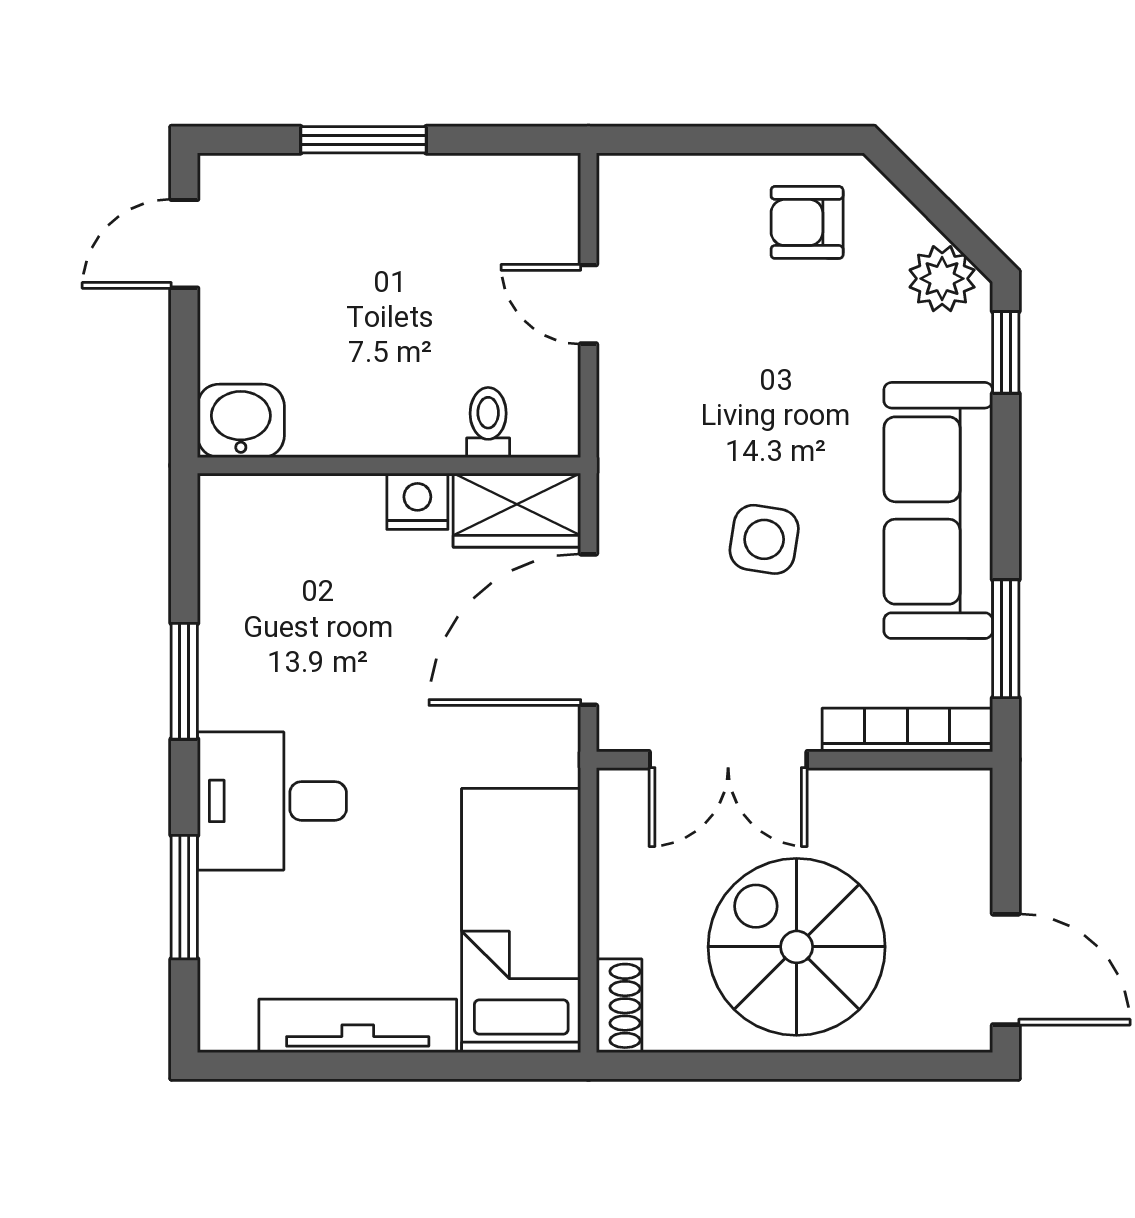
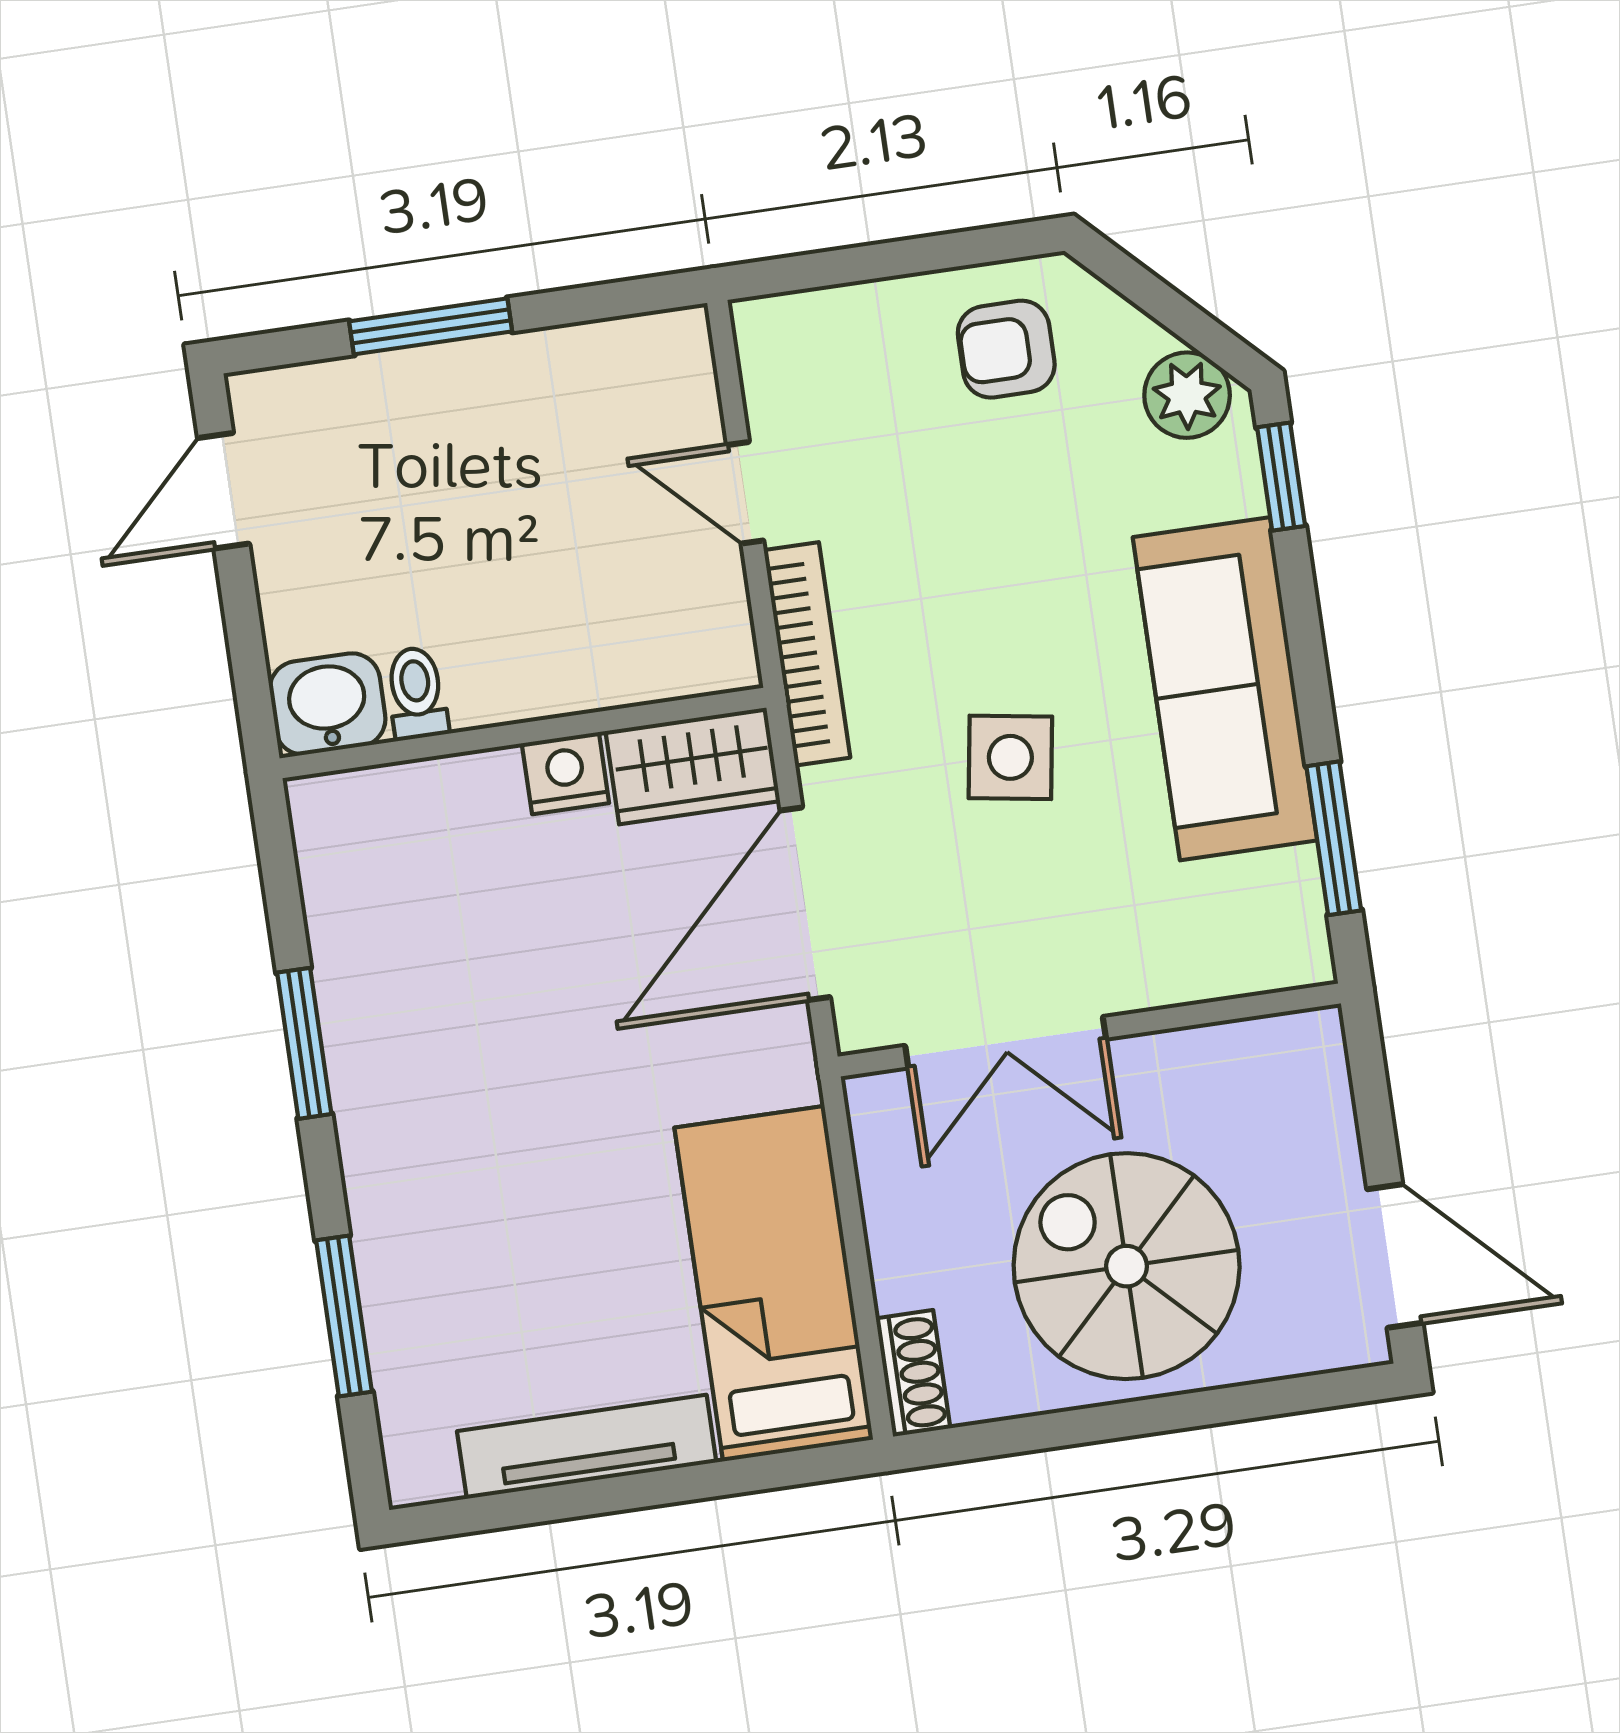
toilet: (488, 422) -> (417, 693), moved
bookcase: (907, 730) -> (807, 654), moved, turned 90
desk: (272, 801) -> (437, 1178), removed

